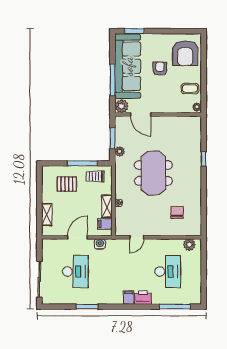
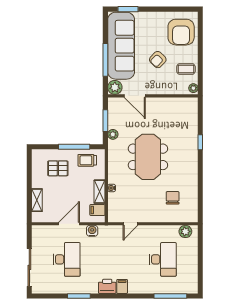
armchair: (160, 69) -> (158, 60), moved, turned -136
printer: (143, 297) -> (107, 286), moved

